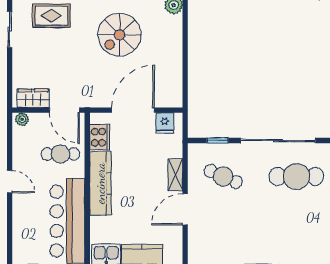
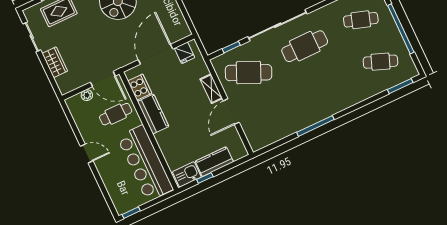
wardrobe: (33, 98) -> (55, 62), moved, turned 90
plant: (22, 119) -> (87, 95), moved
cafe table: (223, 176) -> (249, 73), width x1.37, depth x1.35
kitchen counter: (100, 183) -> (153, 114), width x0.67

